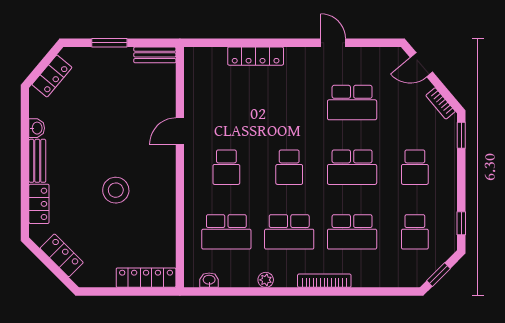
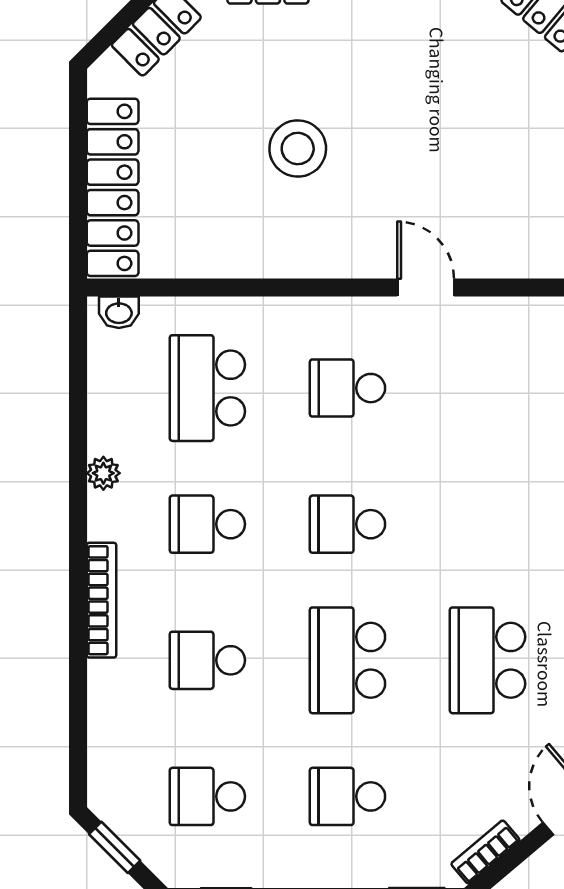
school desk: (289, 232) -> (207, 524), width x0.54
school desk: (352, 232) -> (207, 660), width x0.54
locker: (146, 278) -> (113, 187), width x1.41, depth x1.21
washbasin: (209, 280) -> (119, 312), moved, turned 90

